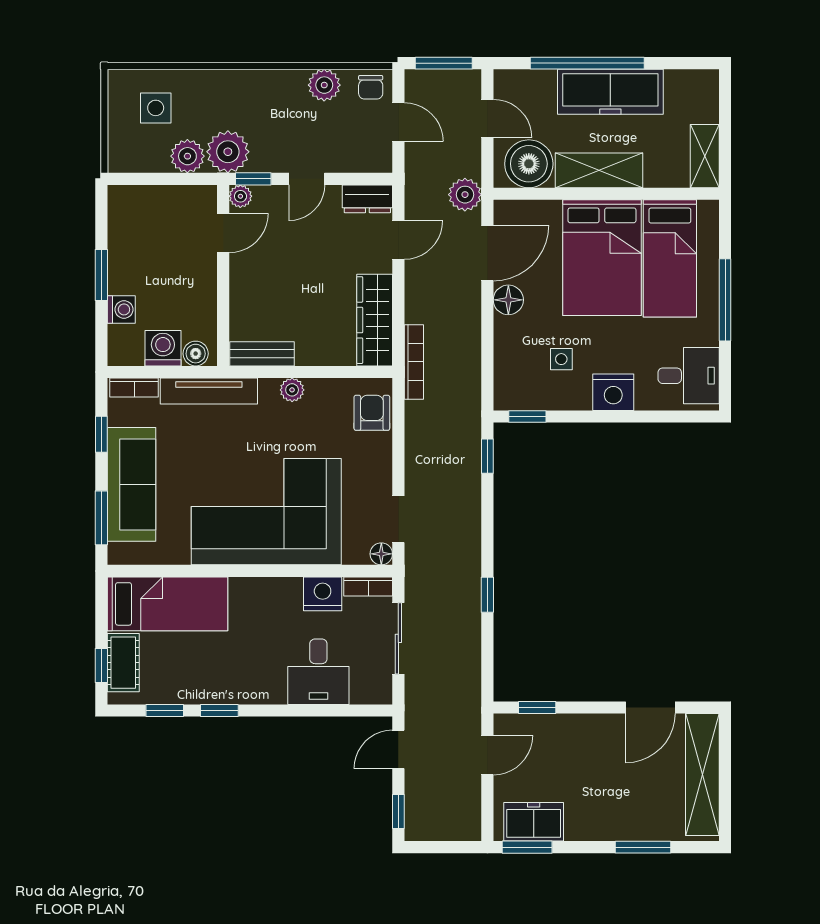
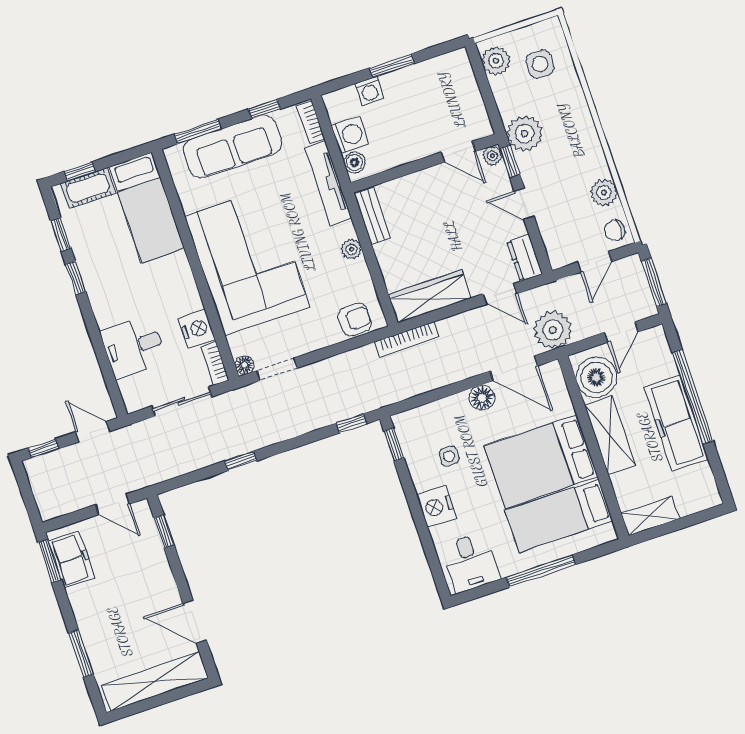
plant: (187, 156) -> (496, 61), moved
plant: (465, 195) -> (553, 330), width x1.36, depth x1.36

